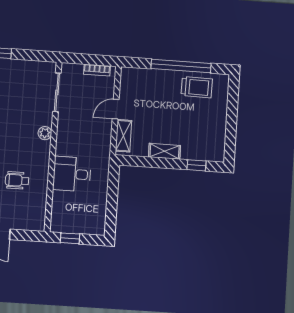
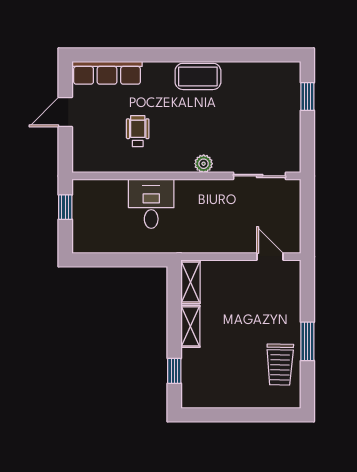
window: (181, 66) -> (307, 341), width x0.47
bookcase: (97, 70) -> (294, 228), removed
door: (116, 109) -> (270, 257), moved
shelving: (123, 136) -> (191, 282), moved, turned 90

